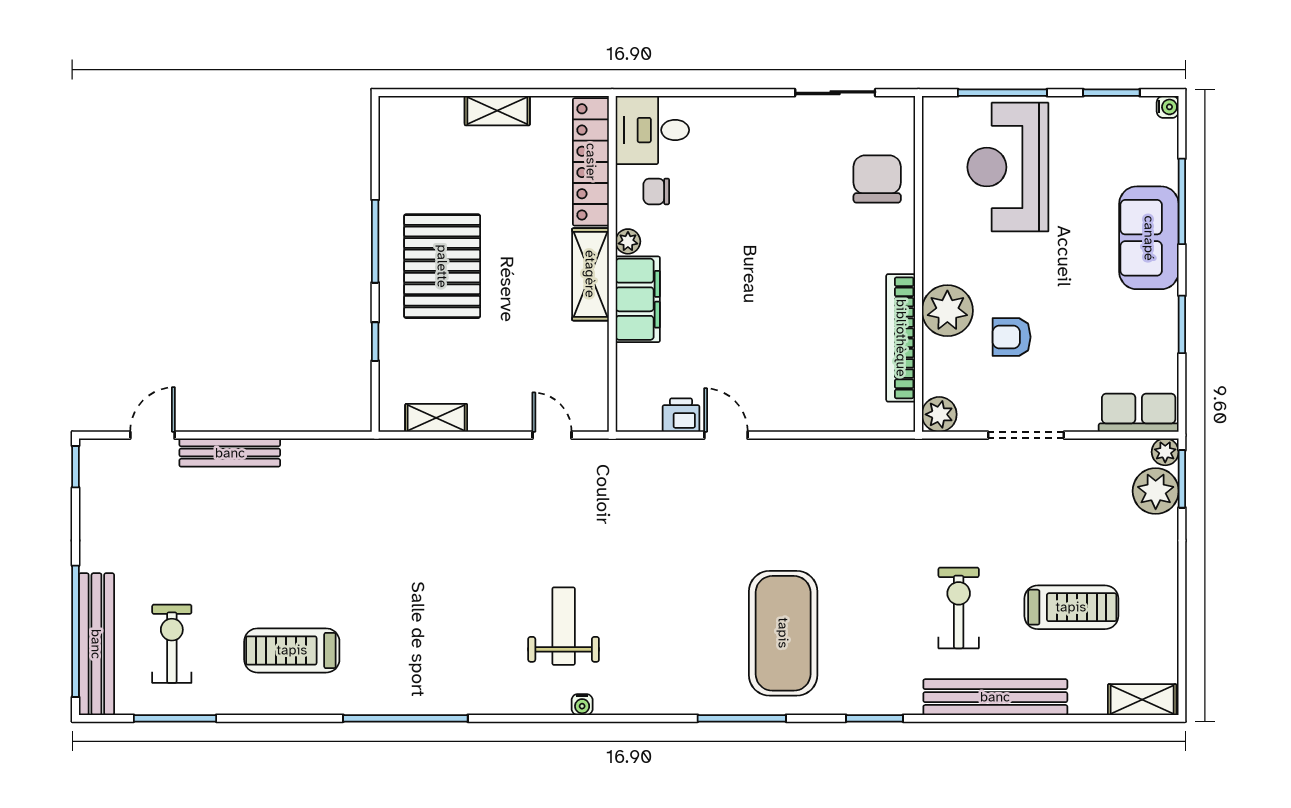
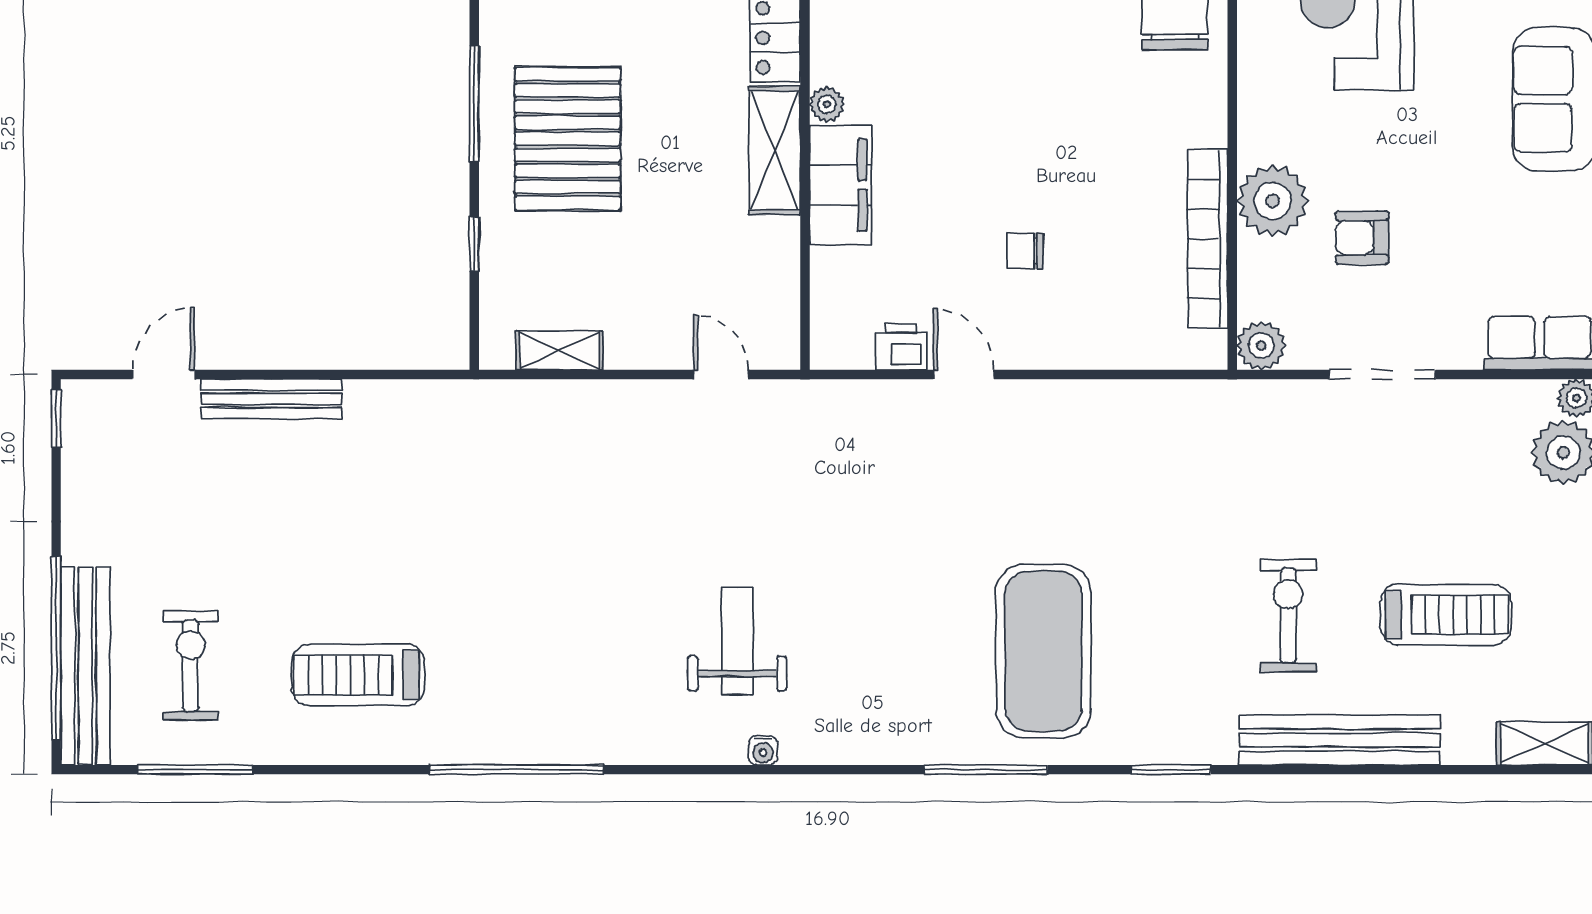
chair: (656, 191) -> (1025, 251), moved

